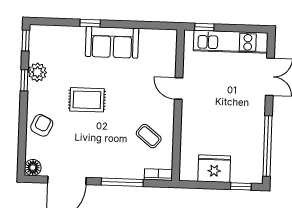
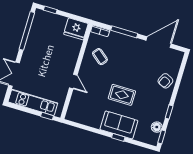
sofa: (112, 42) -> (119, 125), moved
plant: (37, 72) -> (160, 115), removed
rug: (87, 100) -> (122, 95), moved
floor lamp: (33, 168) -> (157, 127), moved
fridge: (214, 169) -> (76, 29), moved

